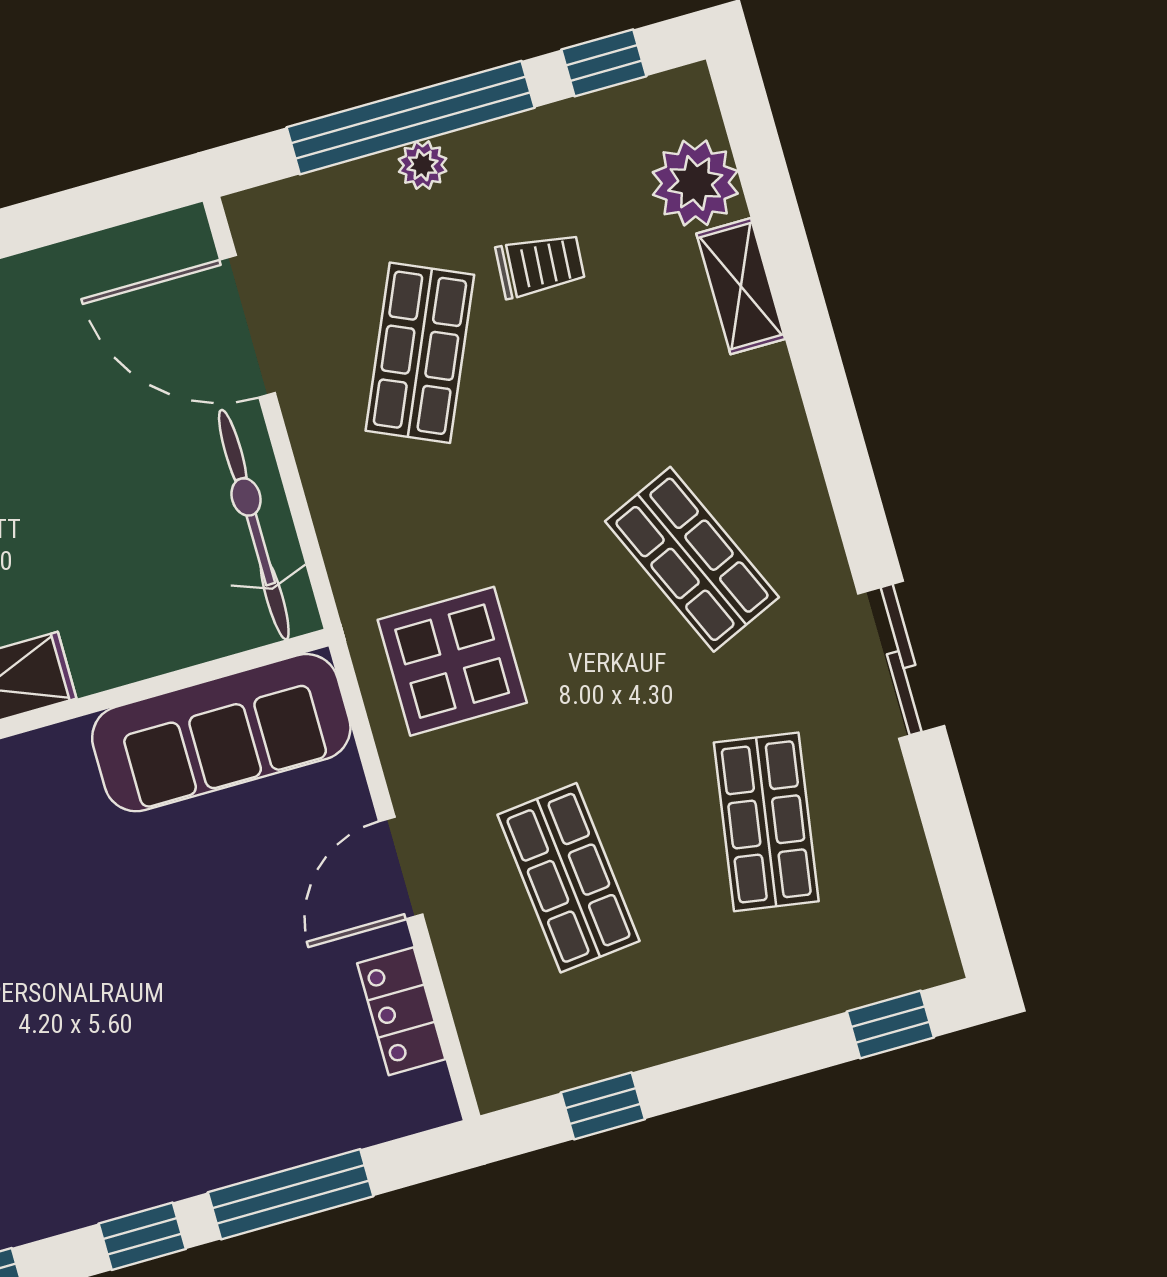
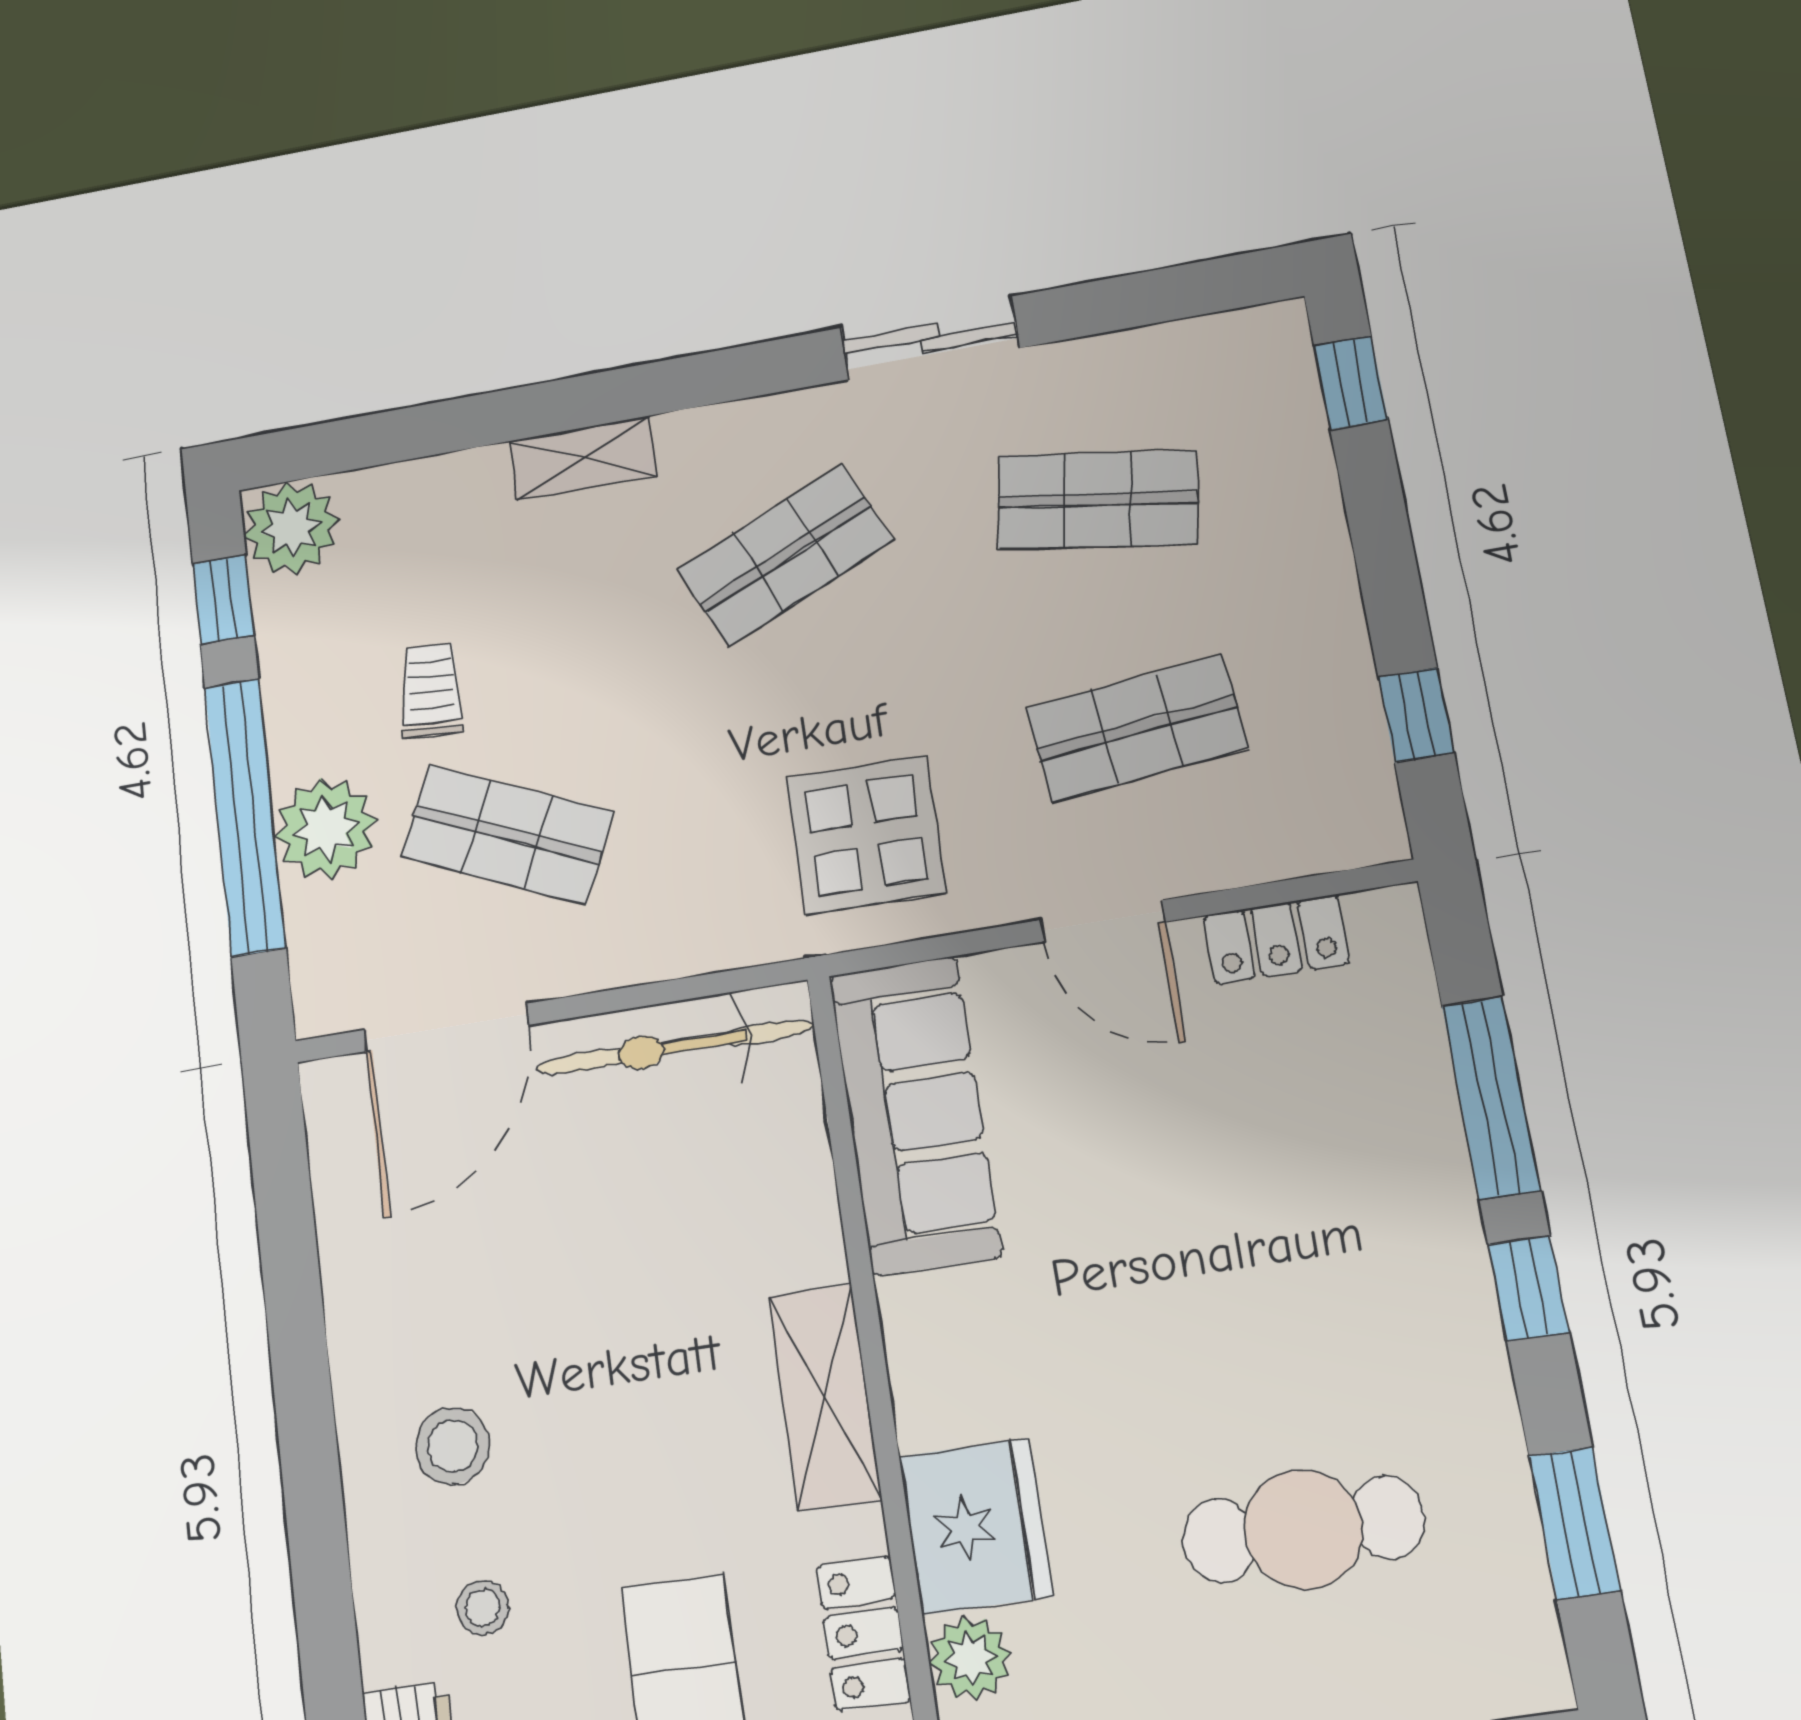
plant: (423, 165) -> (326, 829), width x1.88, depth x1.88
plant: (695, 183) -> (291, 528), moved
shelving: (741, 286) -> (583, 458), moved

